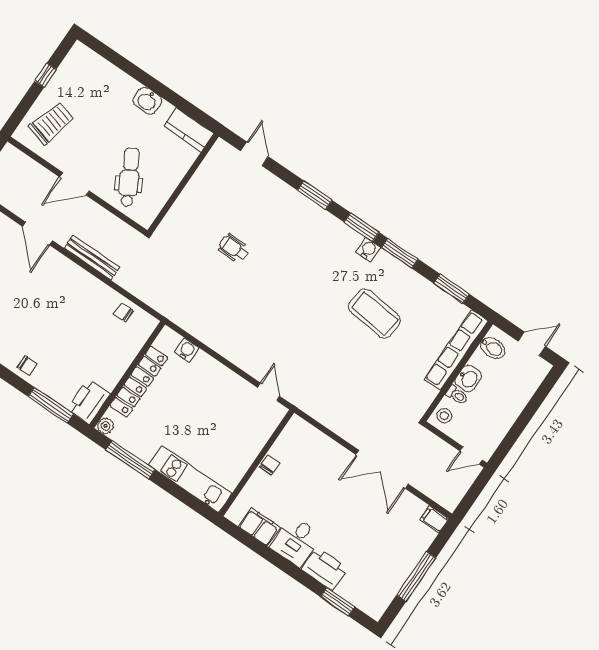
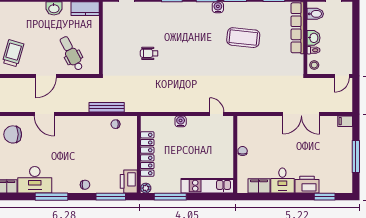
bench: (92, 258) -> (107, 107), moved
water cooler: (187, 350) -> (181, 121), moved

